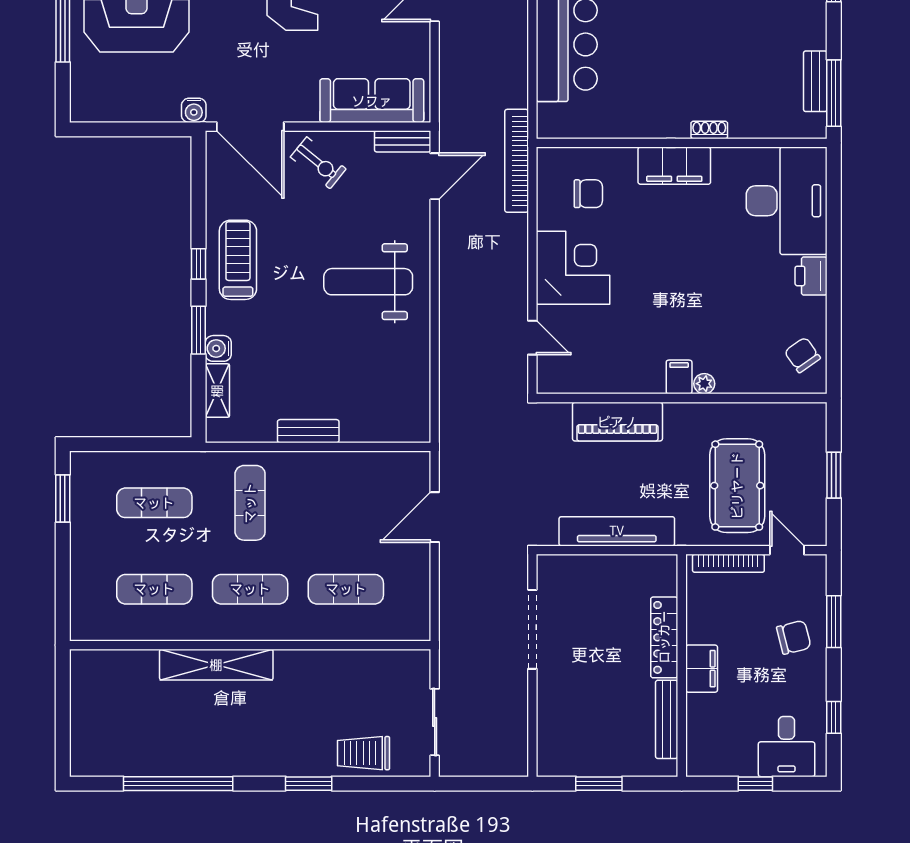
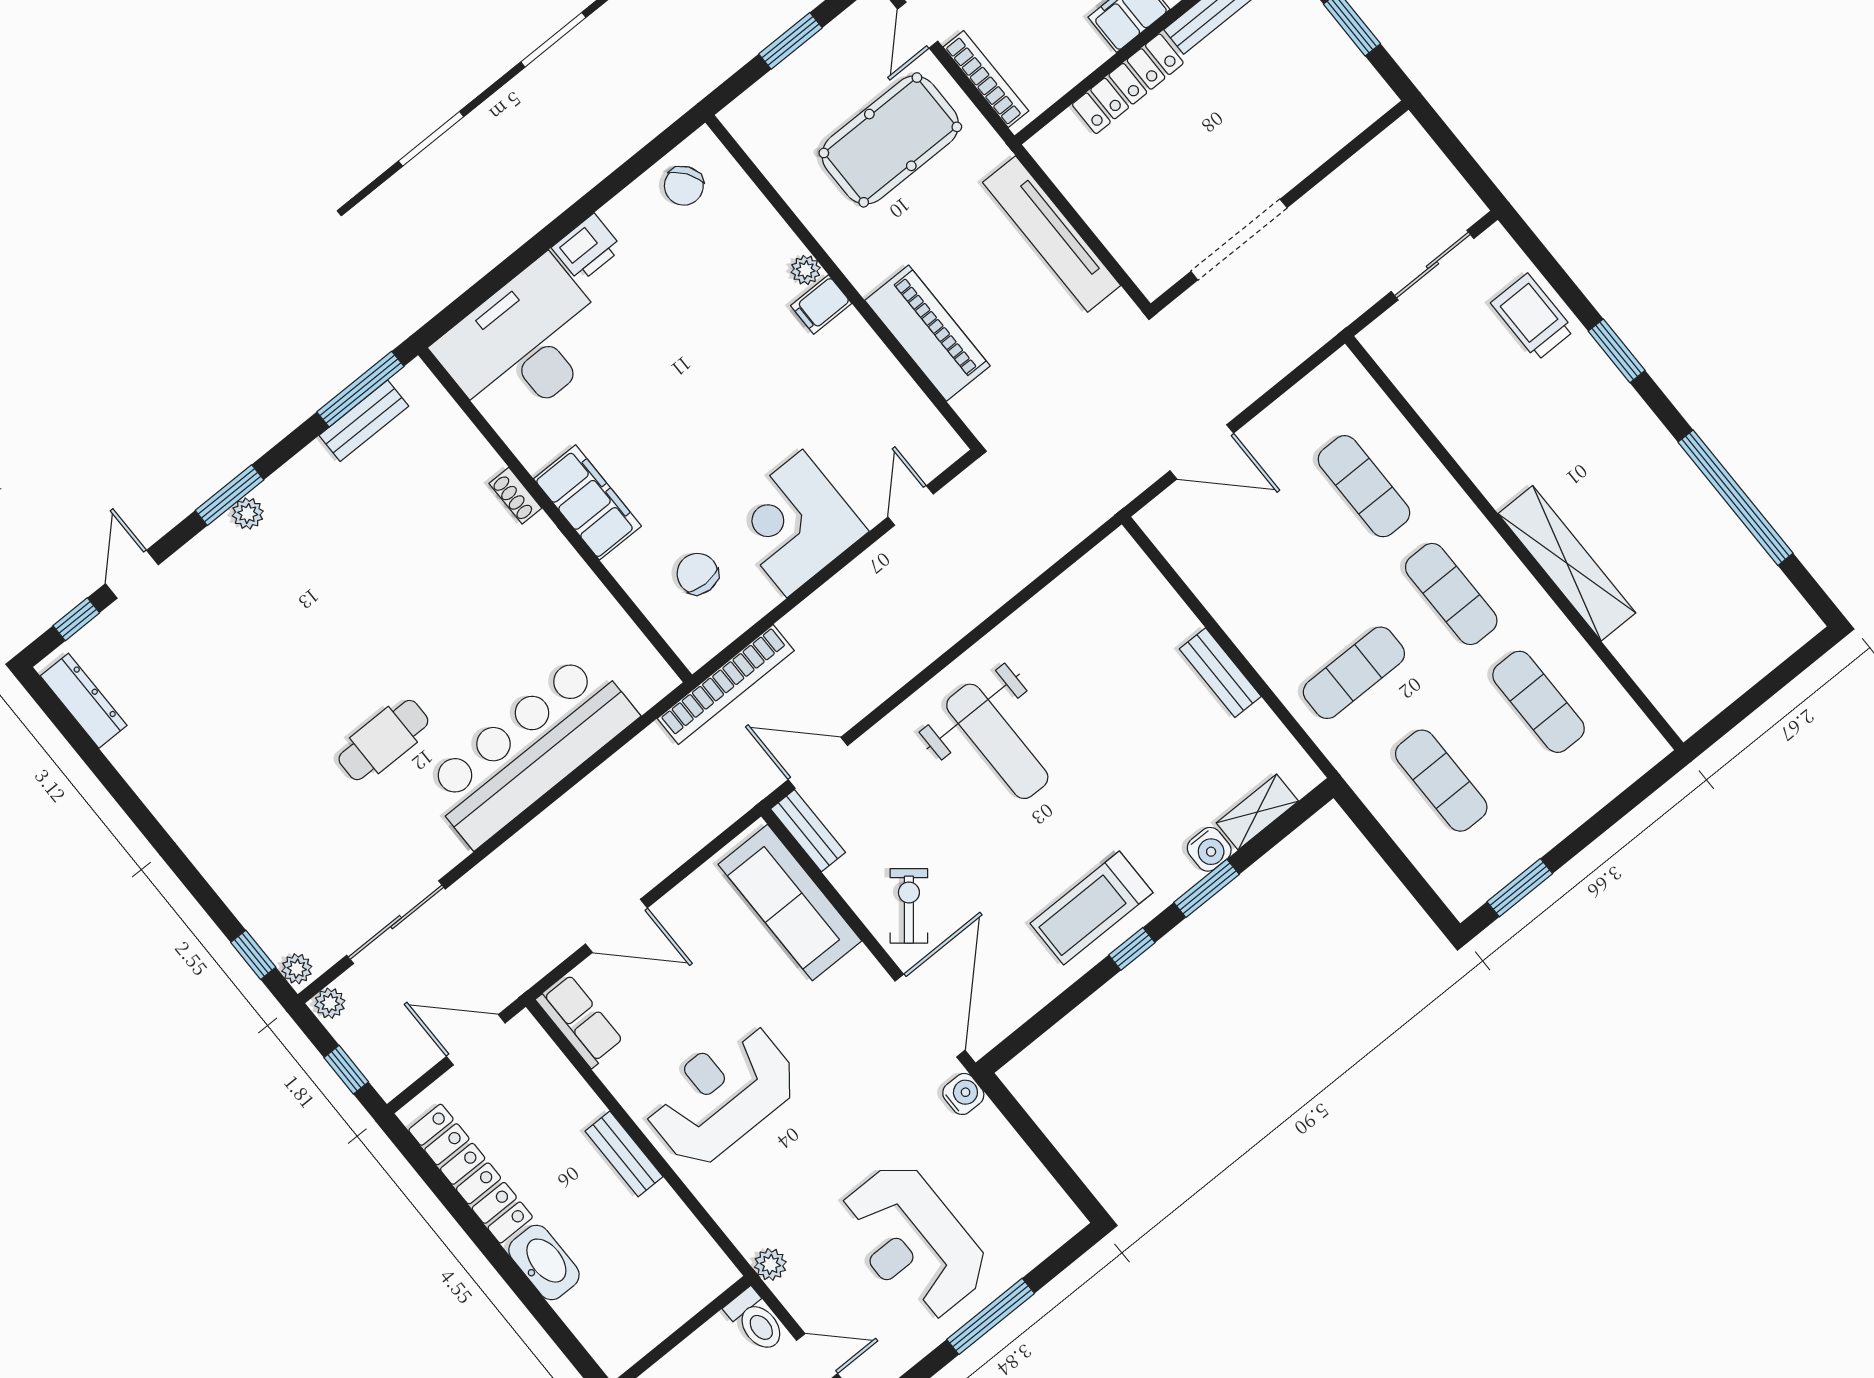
trolley: (364, 753) -> (1532, 317), turned 180

